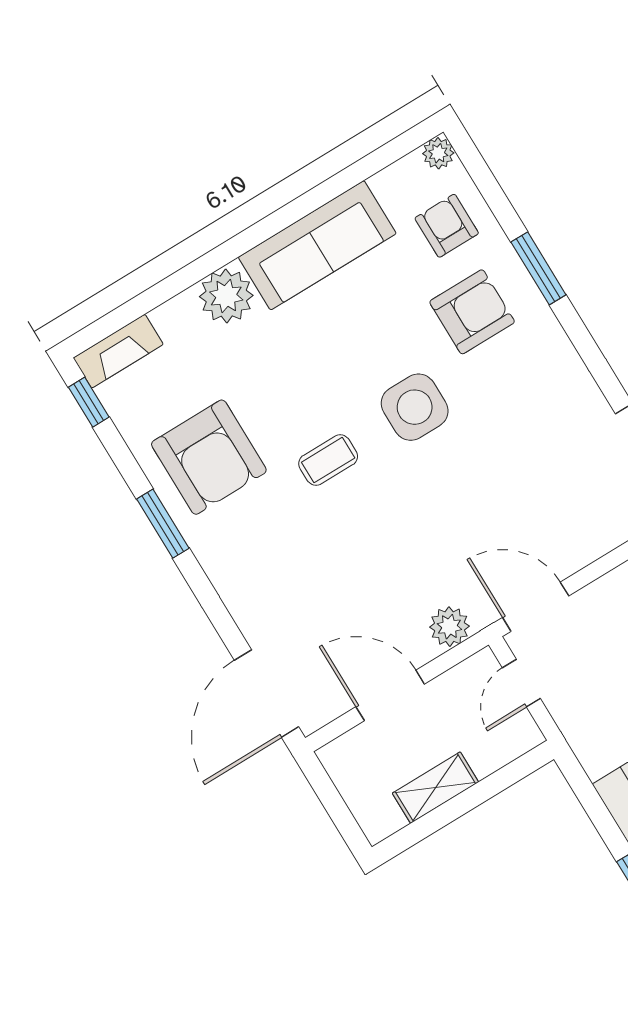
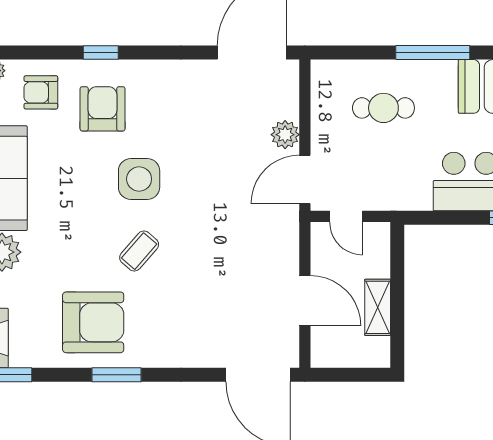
window: (538, 268) -> (101, 53), width x0.67
coffee table: (328, 460) -> (139, 251), turned 41
plant: (449, 627) -> (285, 135), moved
door: (390, 695) -> (305, 301), swing flipped

